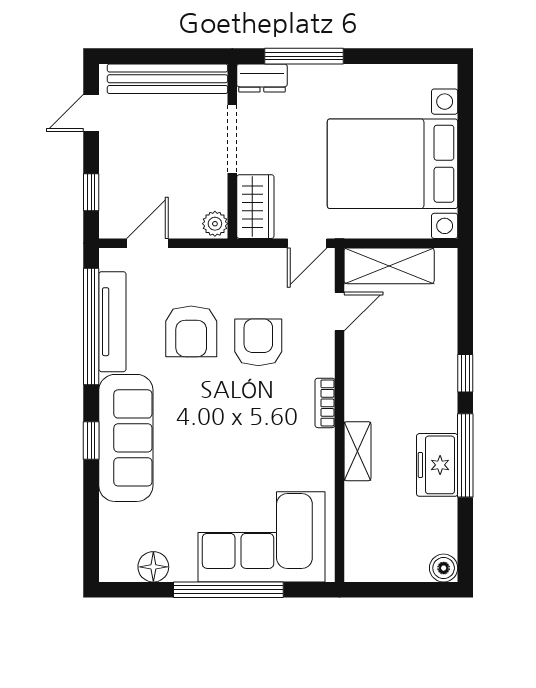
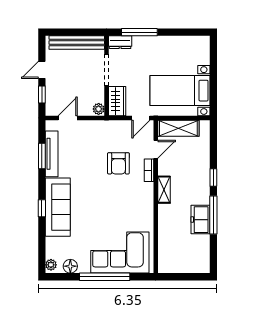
door: (91, 113) -> (42, 70), moved
bed with nightstands: (393, 164) -> (180, 91), width x0.73
window: (91, 327) -> (42, 156), width x0.47
armchair: (191, 331) -> (88, 158), removed
armchair: (258, 342) -> (118, 163), turned 180
bookcase: (325, 403) -> (149, 170), moved
shelving: (358, 451) -> (164, 190), moved
plant: (111, 564) -> (51, 265), added
boiler: (444, 568) -> (203, 267), removed

